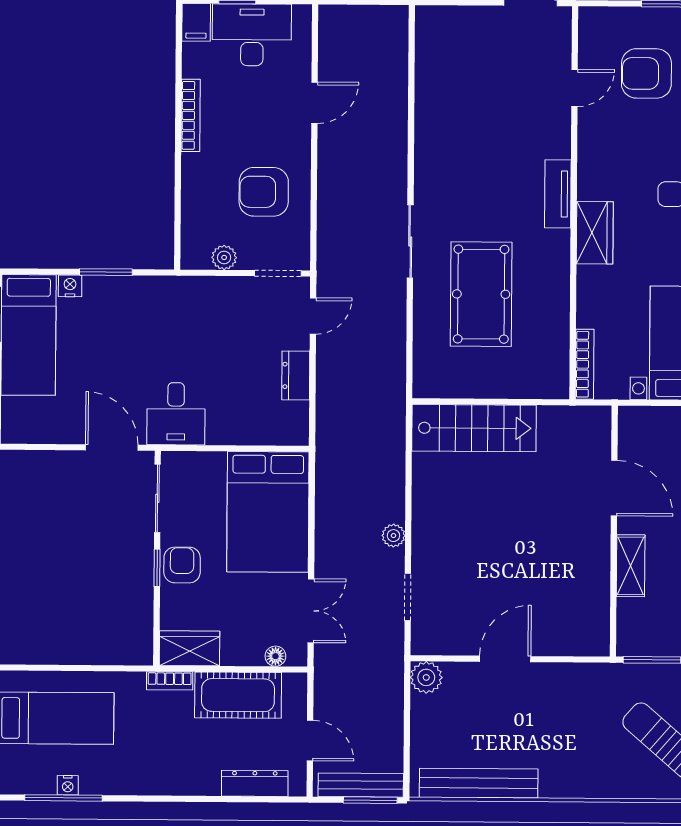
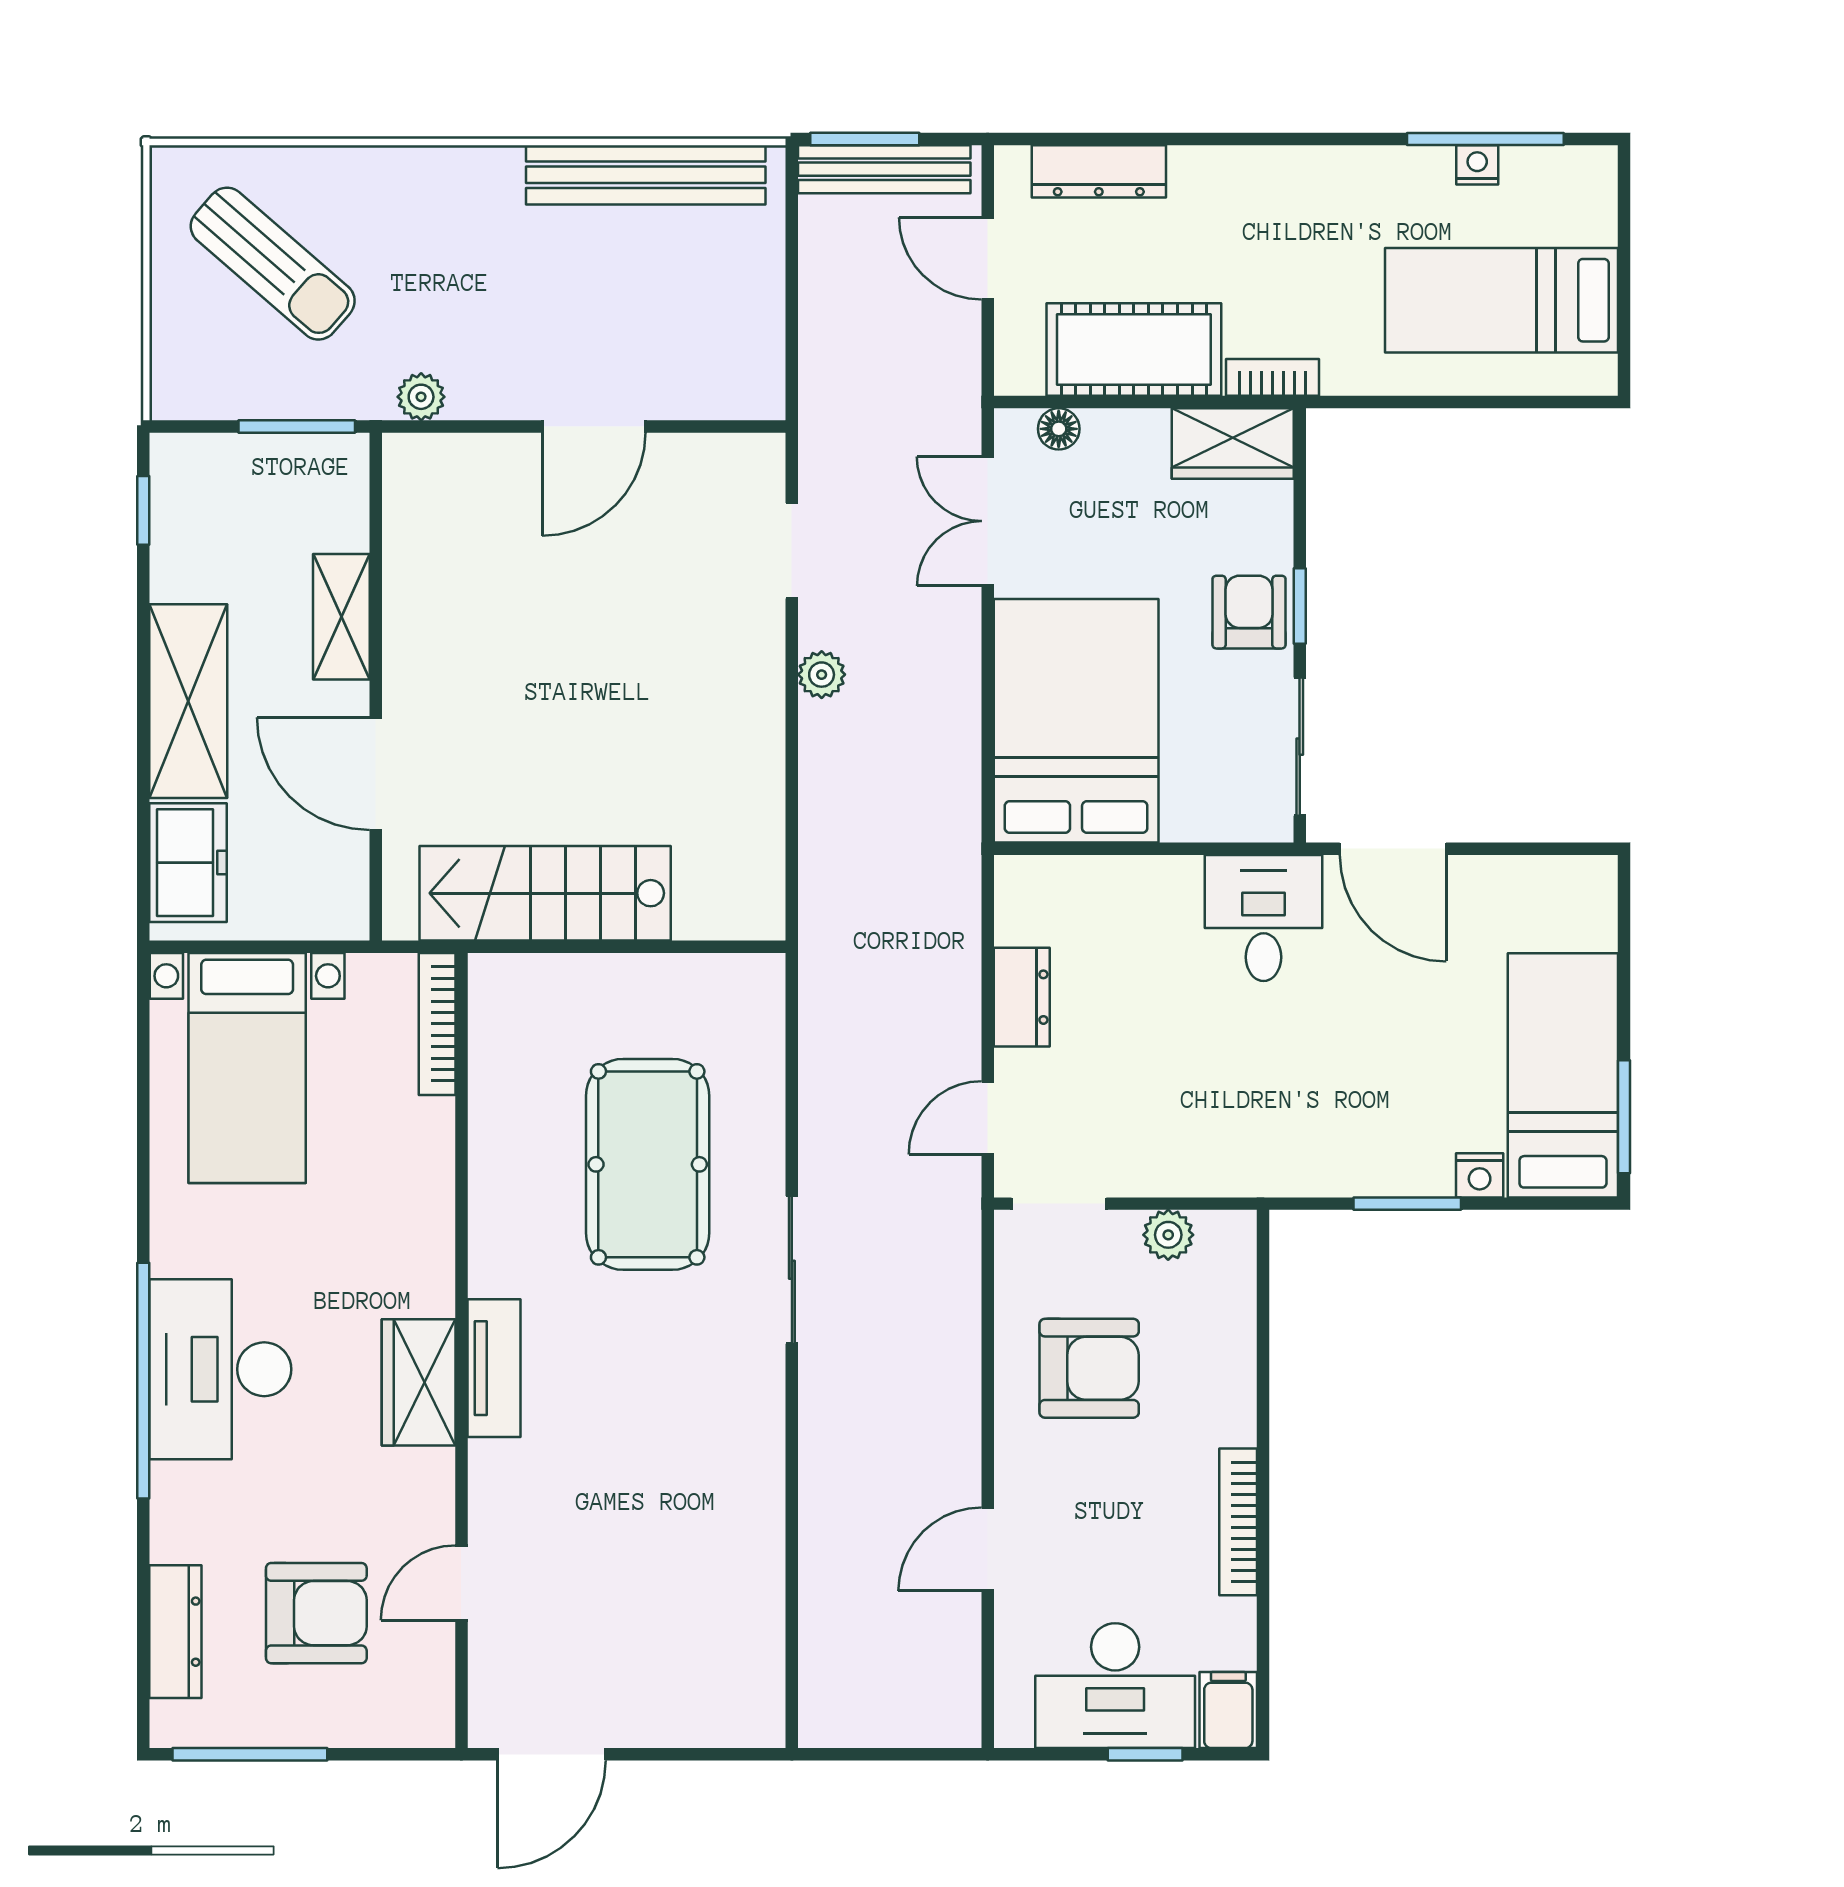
wardrobe: (595, 233) -> (419, 1382), moved
stairs: (474, 428) -> (545, 893), moved
armchair: (182, 565) -> (1249, 612), turned 180
plant: (426, 677) -> (421, 397), moved, width x0.73, depth x0.73

